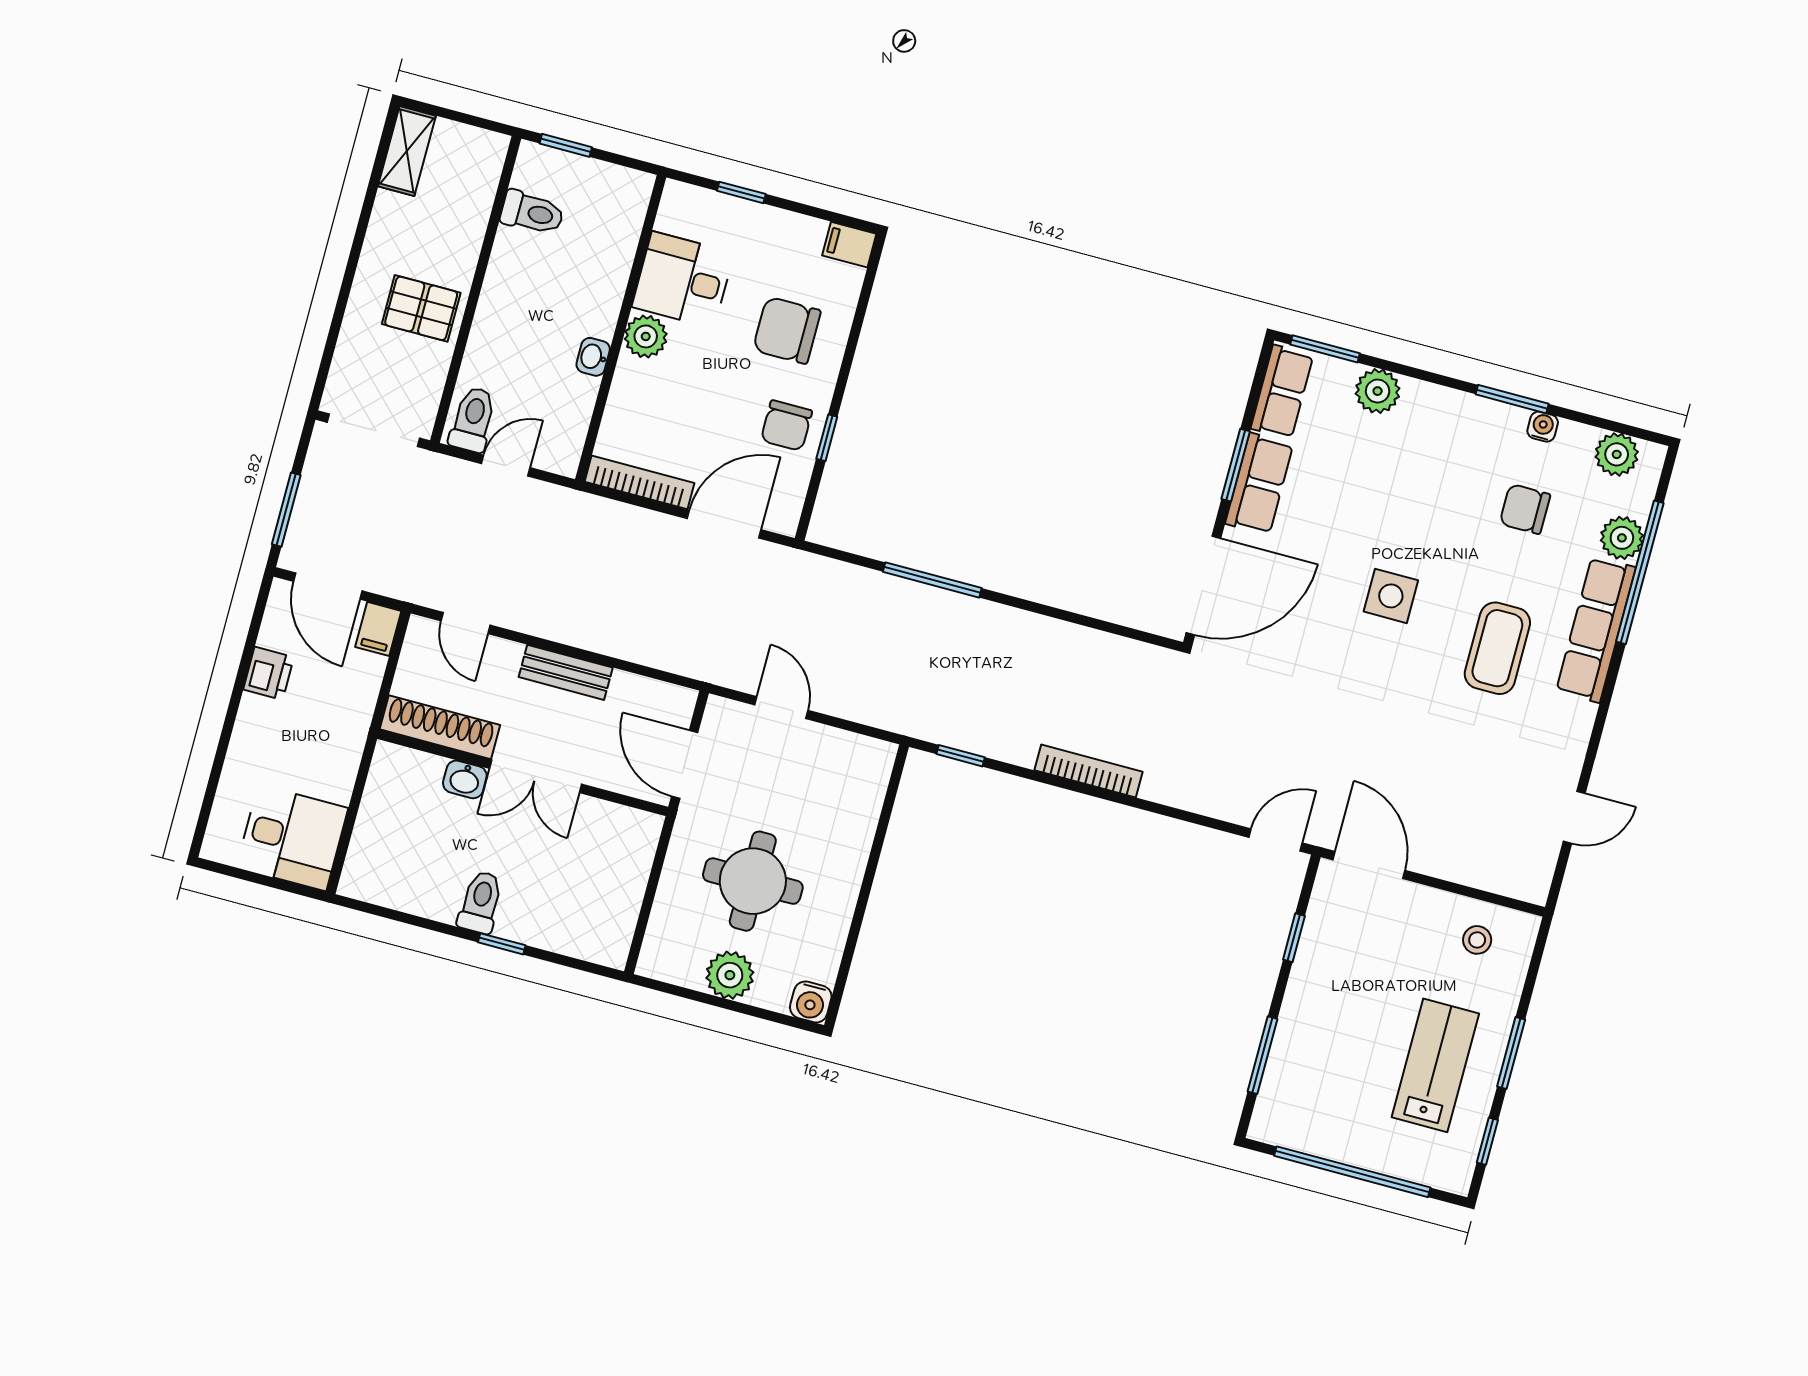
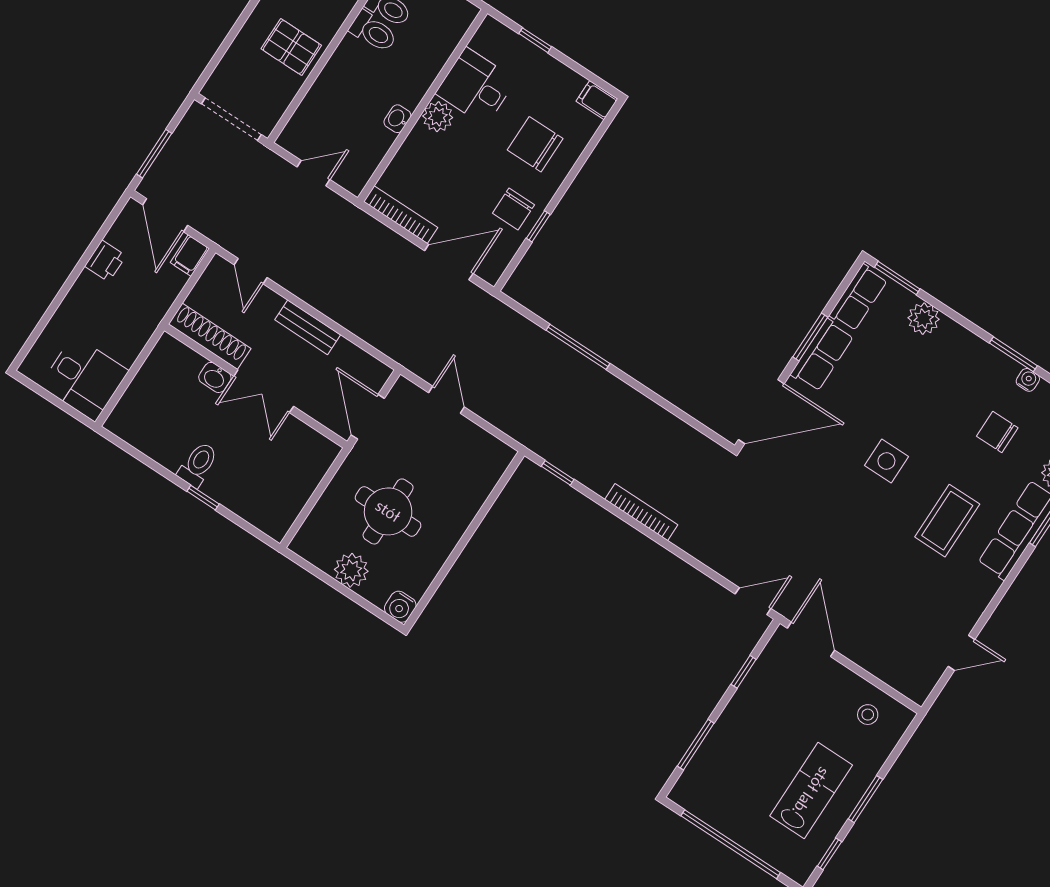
toilet: (473, 420) -> (373, 32), moved, turned 90

